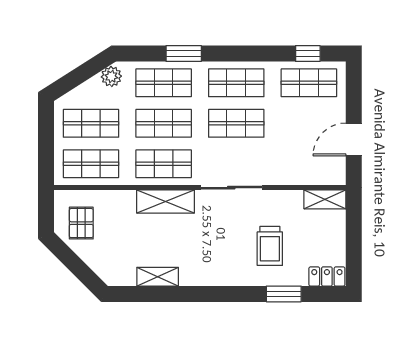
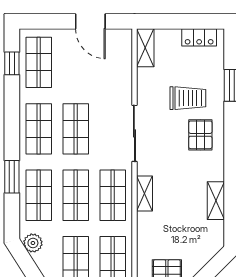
shelving: (166, 202) -> (145, 193), width x0.67, depth x0.75
pallet: (230, 260) -> (200, 135), added
locker: (327, 276) -> (199, 37), moved, turned -90

